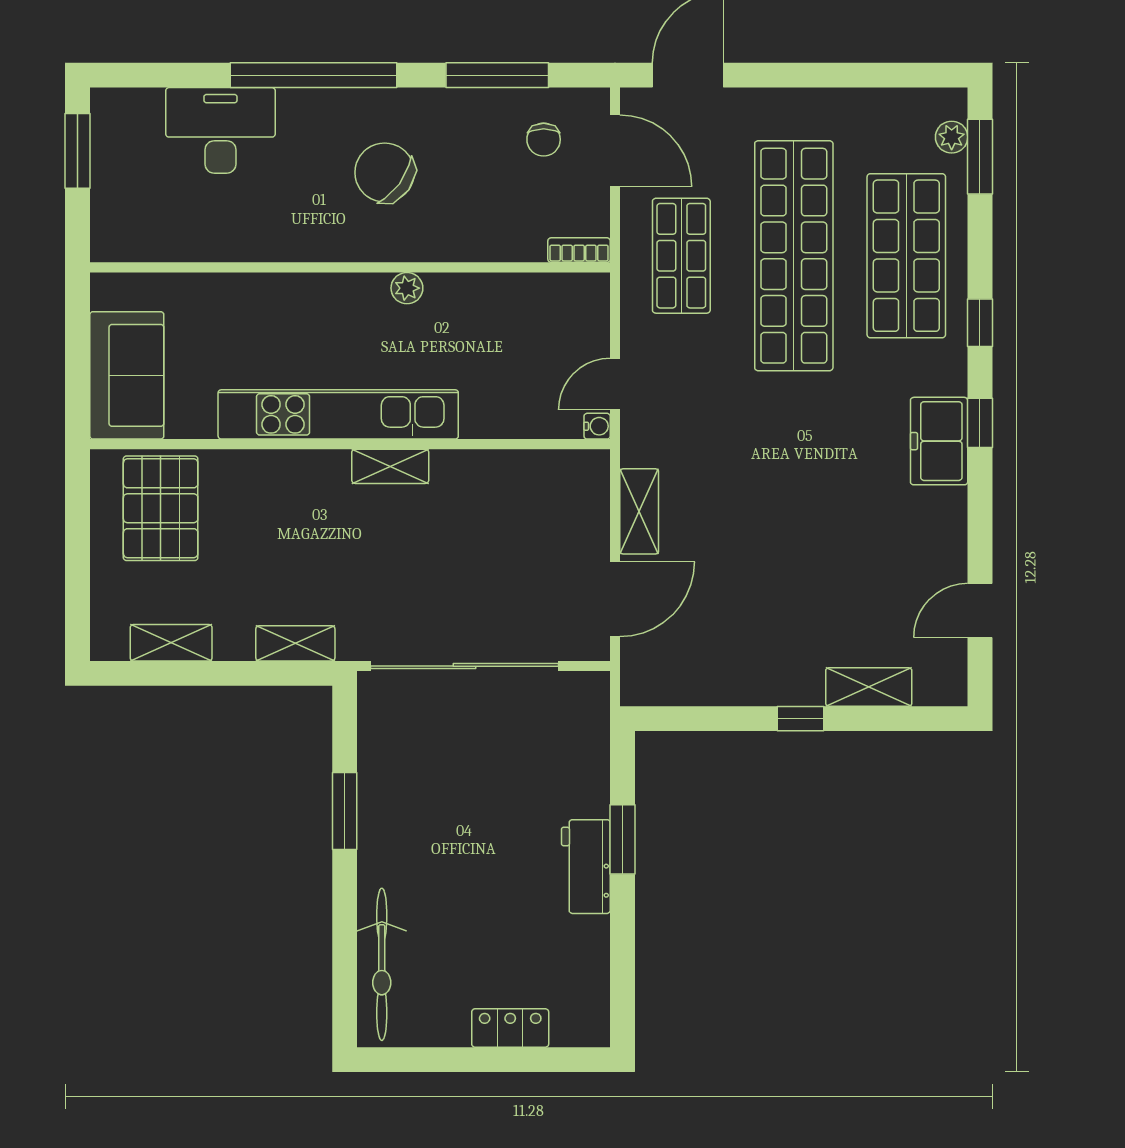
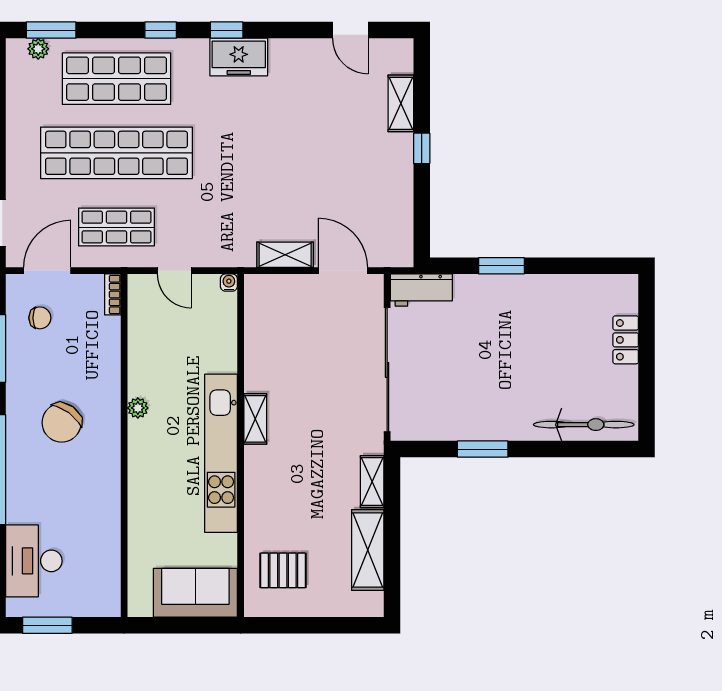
desk: (220, 130) -> (34, 561), moved
door: (615, 384) -> (174, 271), moved
pallet: (161, 508) -> (283, 570), width x0.67, depth x0.71
shelving: (171, 643) -> (368, 550), width x1.50, depth x1.33
workbench: (586, 867) -> (421, 290), moved

